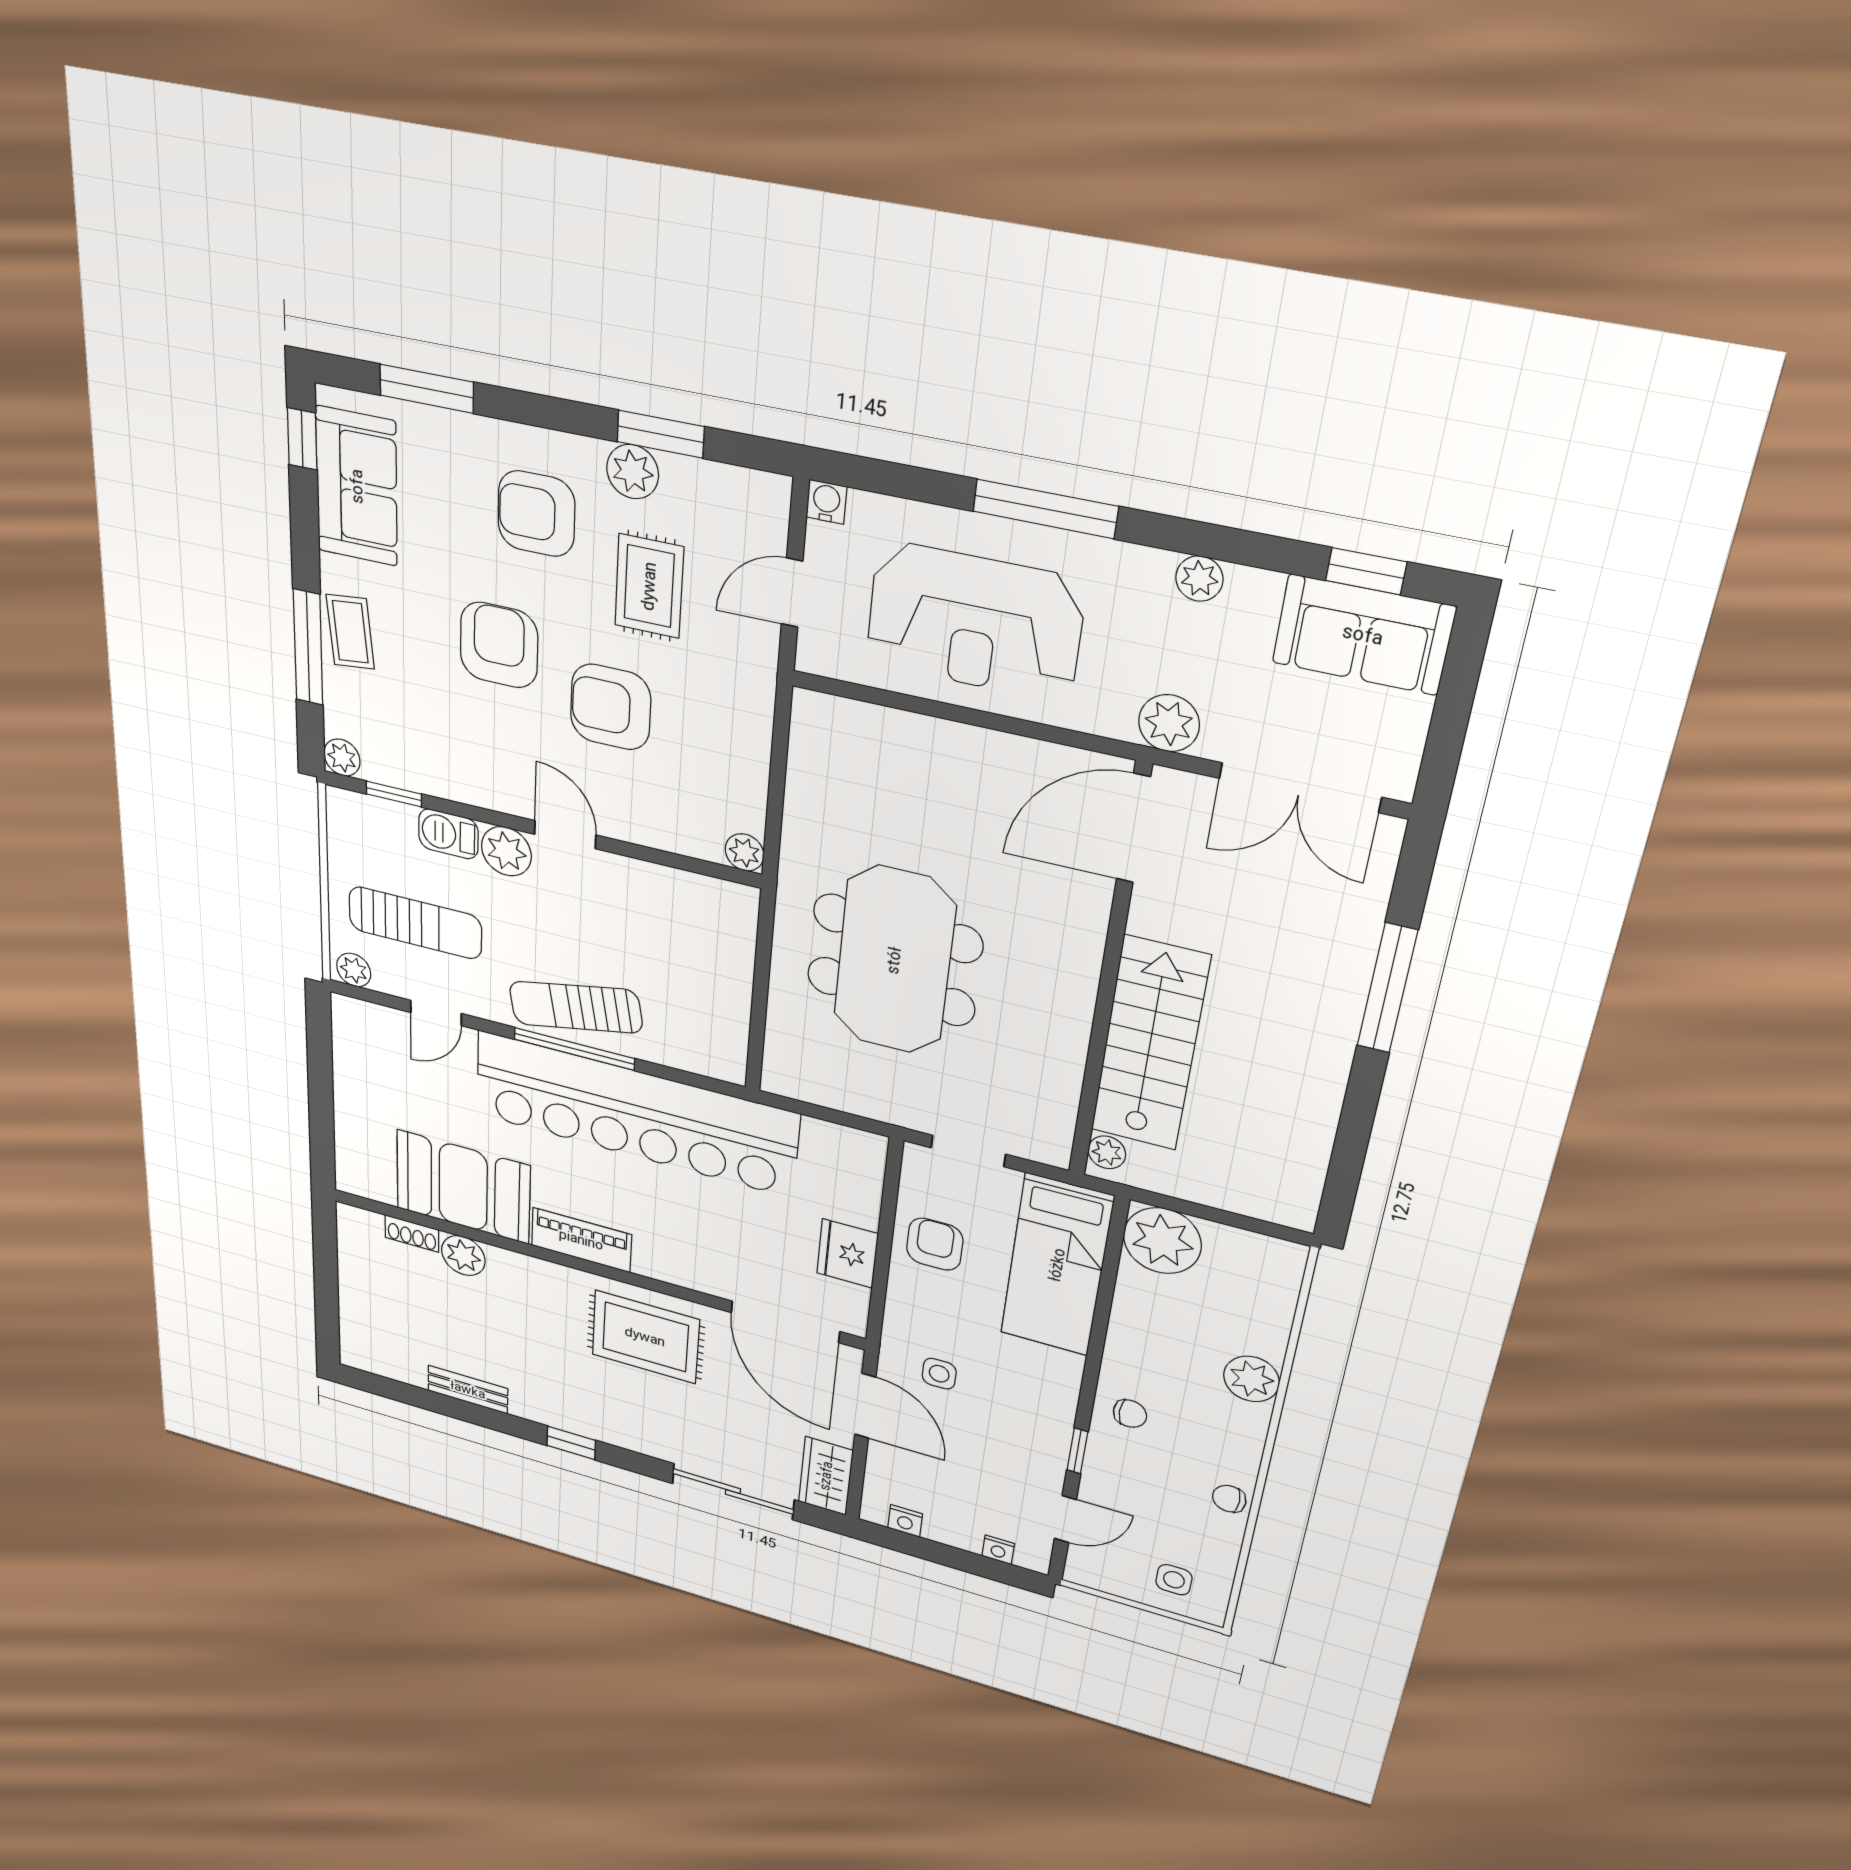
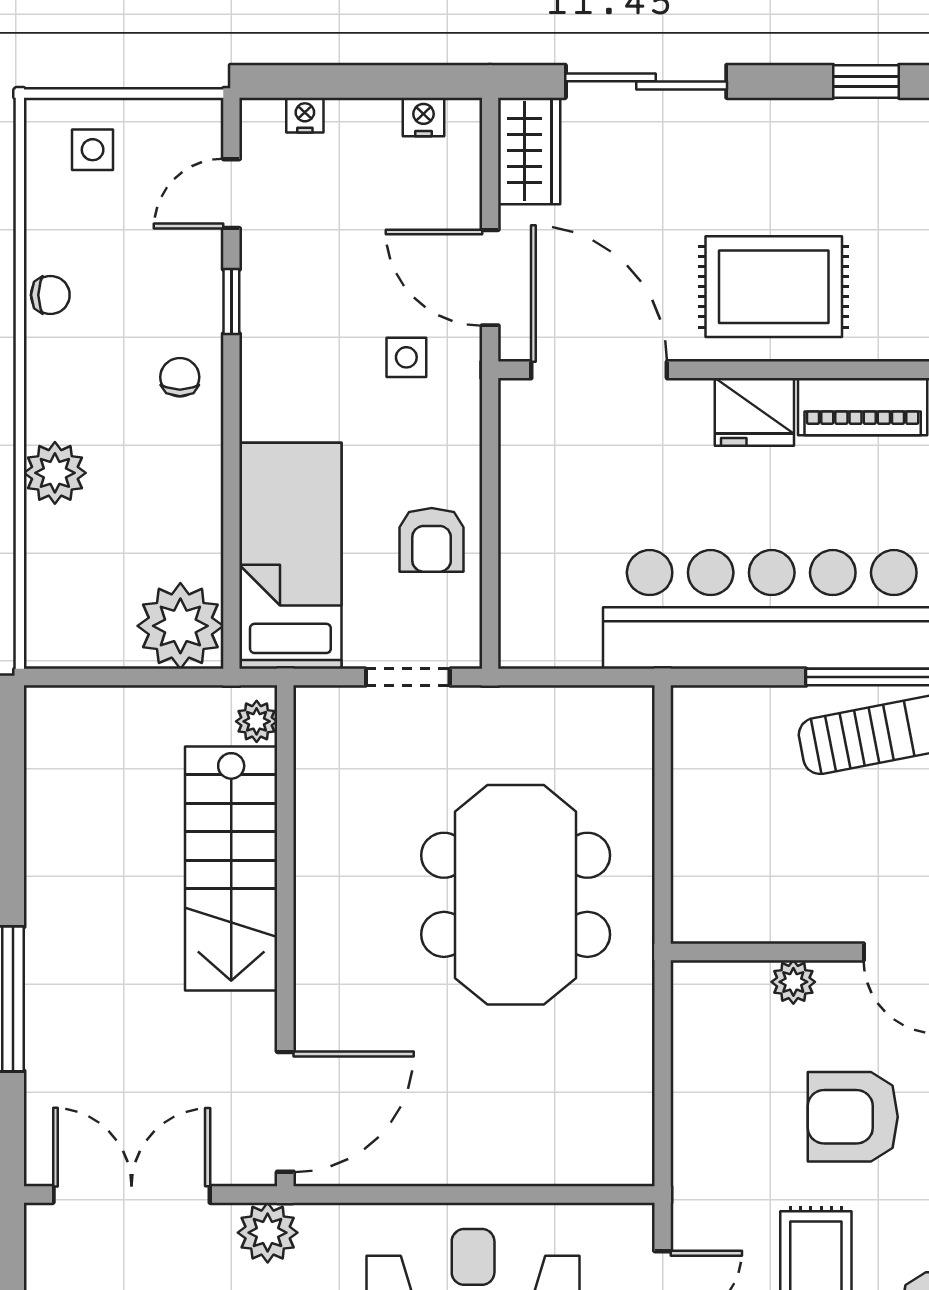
armchair: (611, 707) -> (853, 1117), turned 180
plant: (745, 852) -> (793, 982), moved
fridge: (847, 1253) -> (754, 412), moved, turned 90
chair: (1130, 1414) -> (180, 377), turned 90

